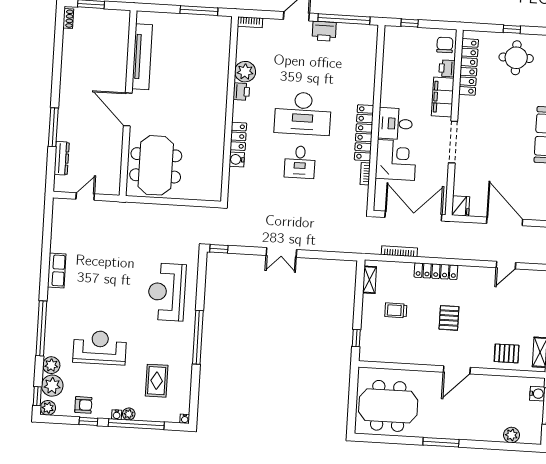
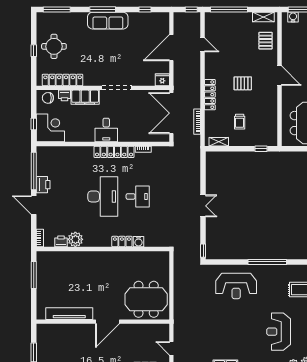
printer: (241, 92) -> (61, 241), moved
corner desk: (396, 160) -> (50, 128), moved, turned 90

